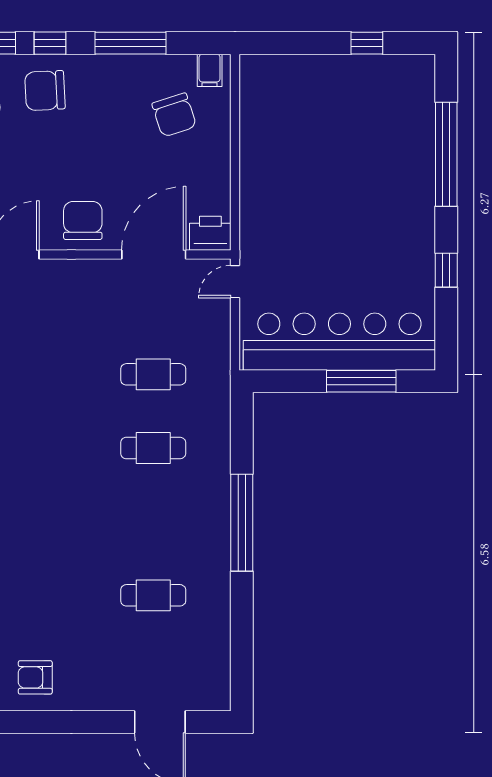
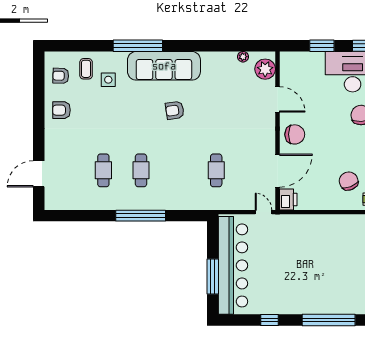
chair: (174, 115) -> (349, 181), turned 87
door: (154, 254) -> (277, 171), hinge flipped
cafe table: (153, 448) -> (141, 170), moved
armchair: (36, 456) -> (175, 110), added
armchair: (35, 677) -> (61, 110), turned -90

